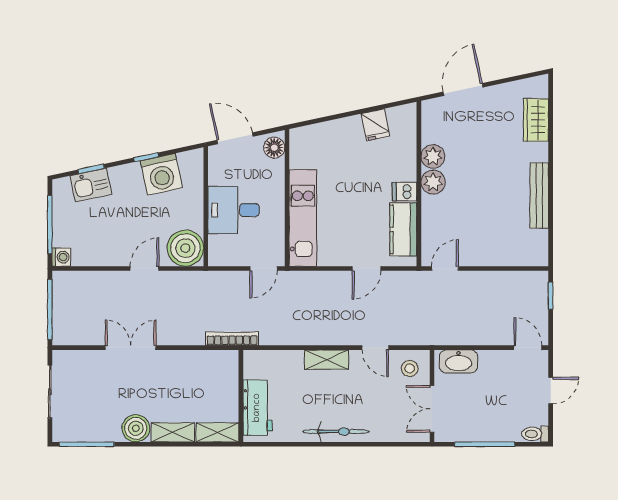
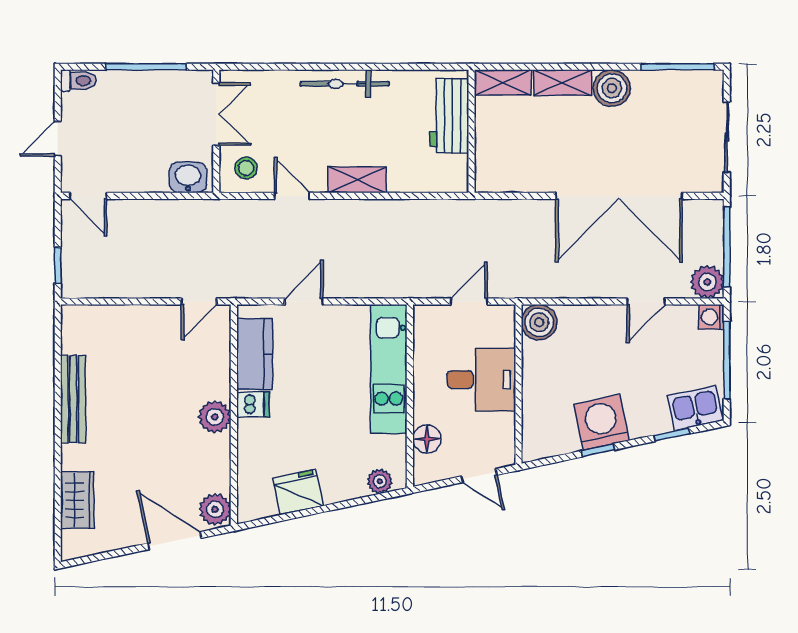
door: (463, 90) -> (175, 541), swing flipped
fridge: (375, 125) -> (298, 492), width x1.38
plant: (310, 134) -> (380, 481), added
door: (235, 138) -> (479, 476), width x0.73
floor lamp: (274, 148) -> (427, 439), moved
plant: (433, 156) -> (215, 509), moved
washing machine: (161, 174) -> (601, 422), moved
kitchen sink: (91, 185) -> (695, 408), moved
boiler: (185, 248) -> (539, 322), width x0.73, depth x0.73
door: (145, 269) -> (646, 302), moved
door: (264, 269) -> (469, 302), moved
plant: (64, 283) -> (707, 282), added
bookcase: (232, 339) -> (483, 208), removed
double door: (131, 348) -> (619, 196), width x1.87
washbasin: (459, 361) -> (188, 177), width x0.72

